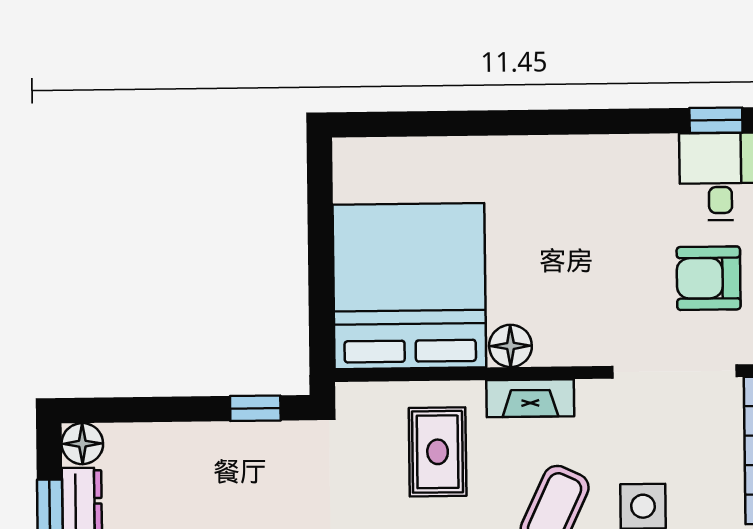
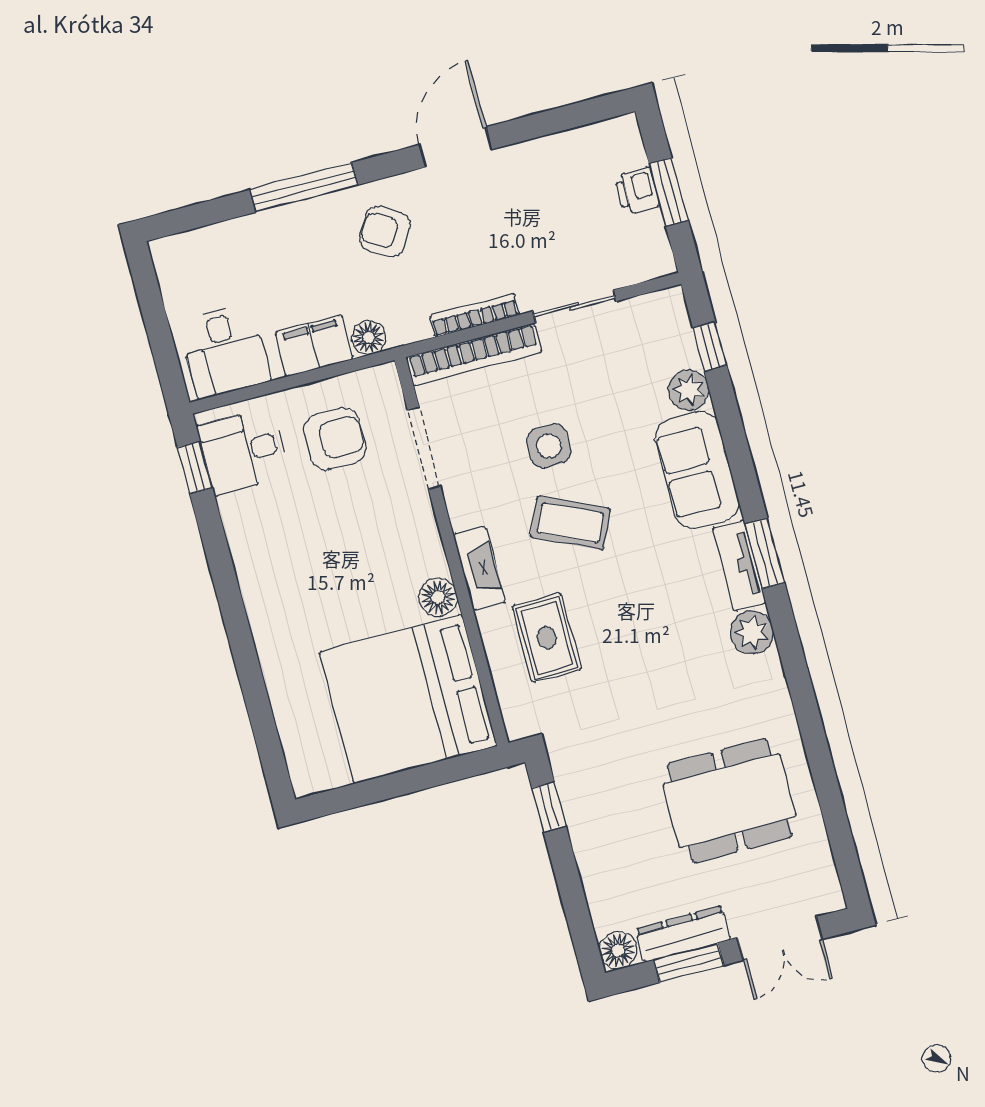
armchair: (709, 278) -> (335, 439), turned -90
doorway: (675, 371) -> (424, 448), width x0.73
rug: (438, 452) -> (547, 638), turned 90

